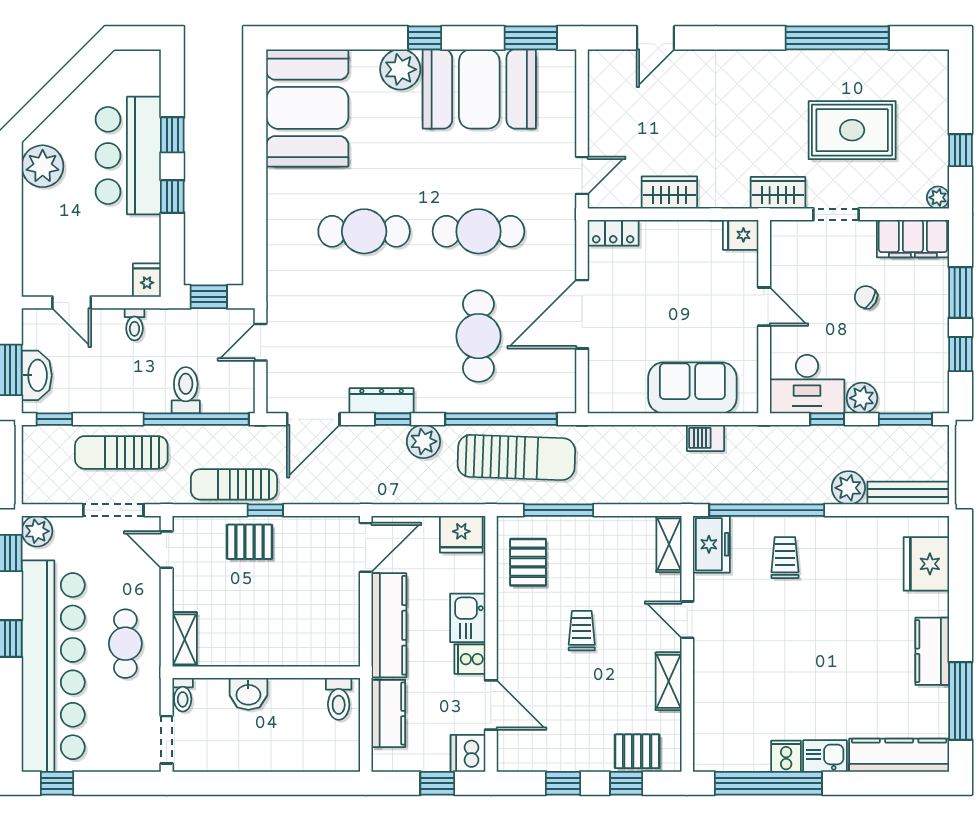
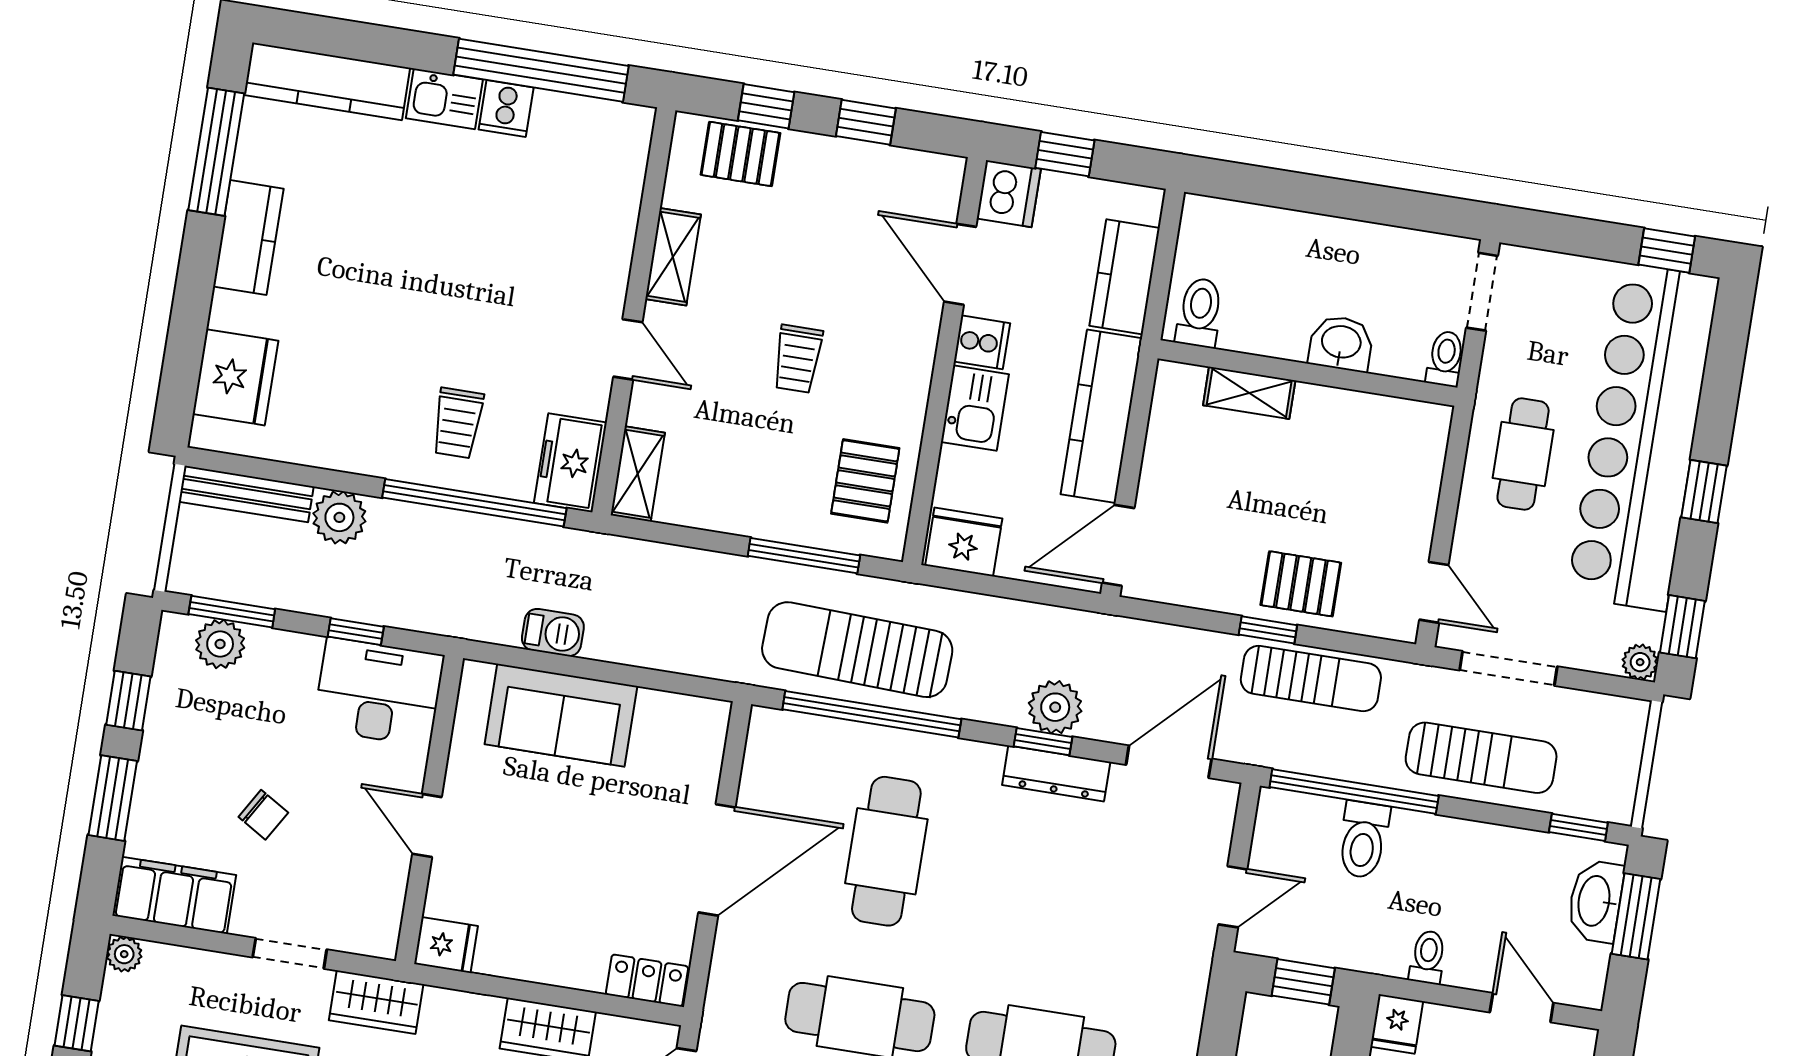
plant: (862, 398) -> (220, 644), moved
plant: (423, 441) -> (1055, 707), moved
plant: (37, 531) -> (1640, 662), width x0.73, depth x0.73
shelving: (185, 639) -> (1249, 393), moved, turned 90

